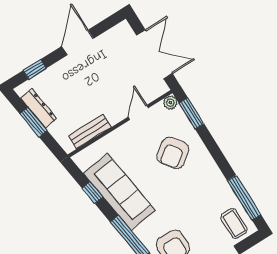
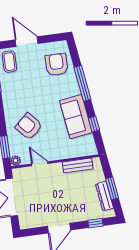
door: (138, 112) -> (40, 164), swing flipped
armchair: (173, 153) -> (29, 126), turned -96
sofa: (119, 192) -> (76, 117), width x0.73

